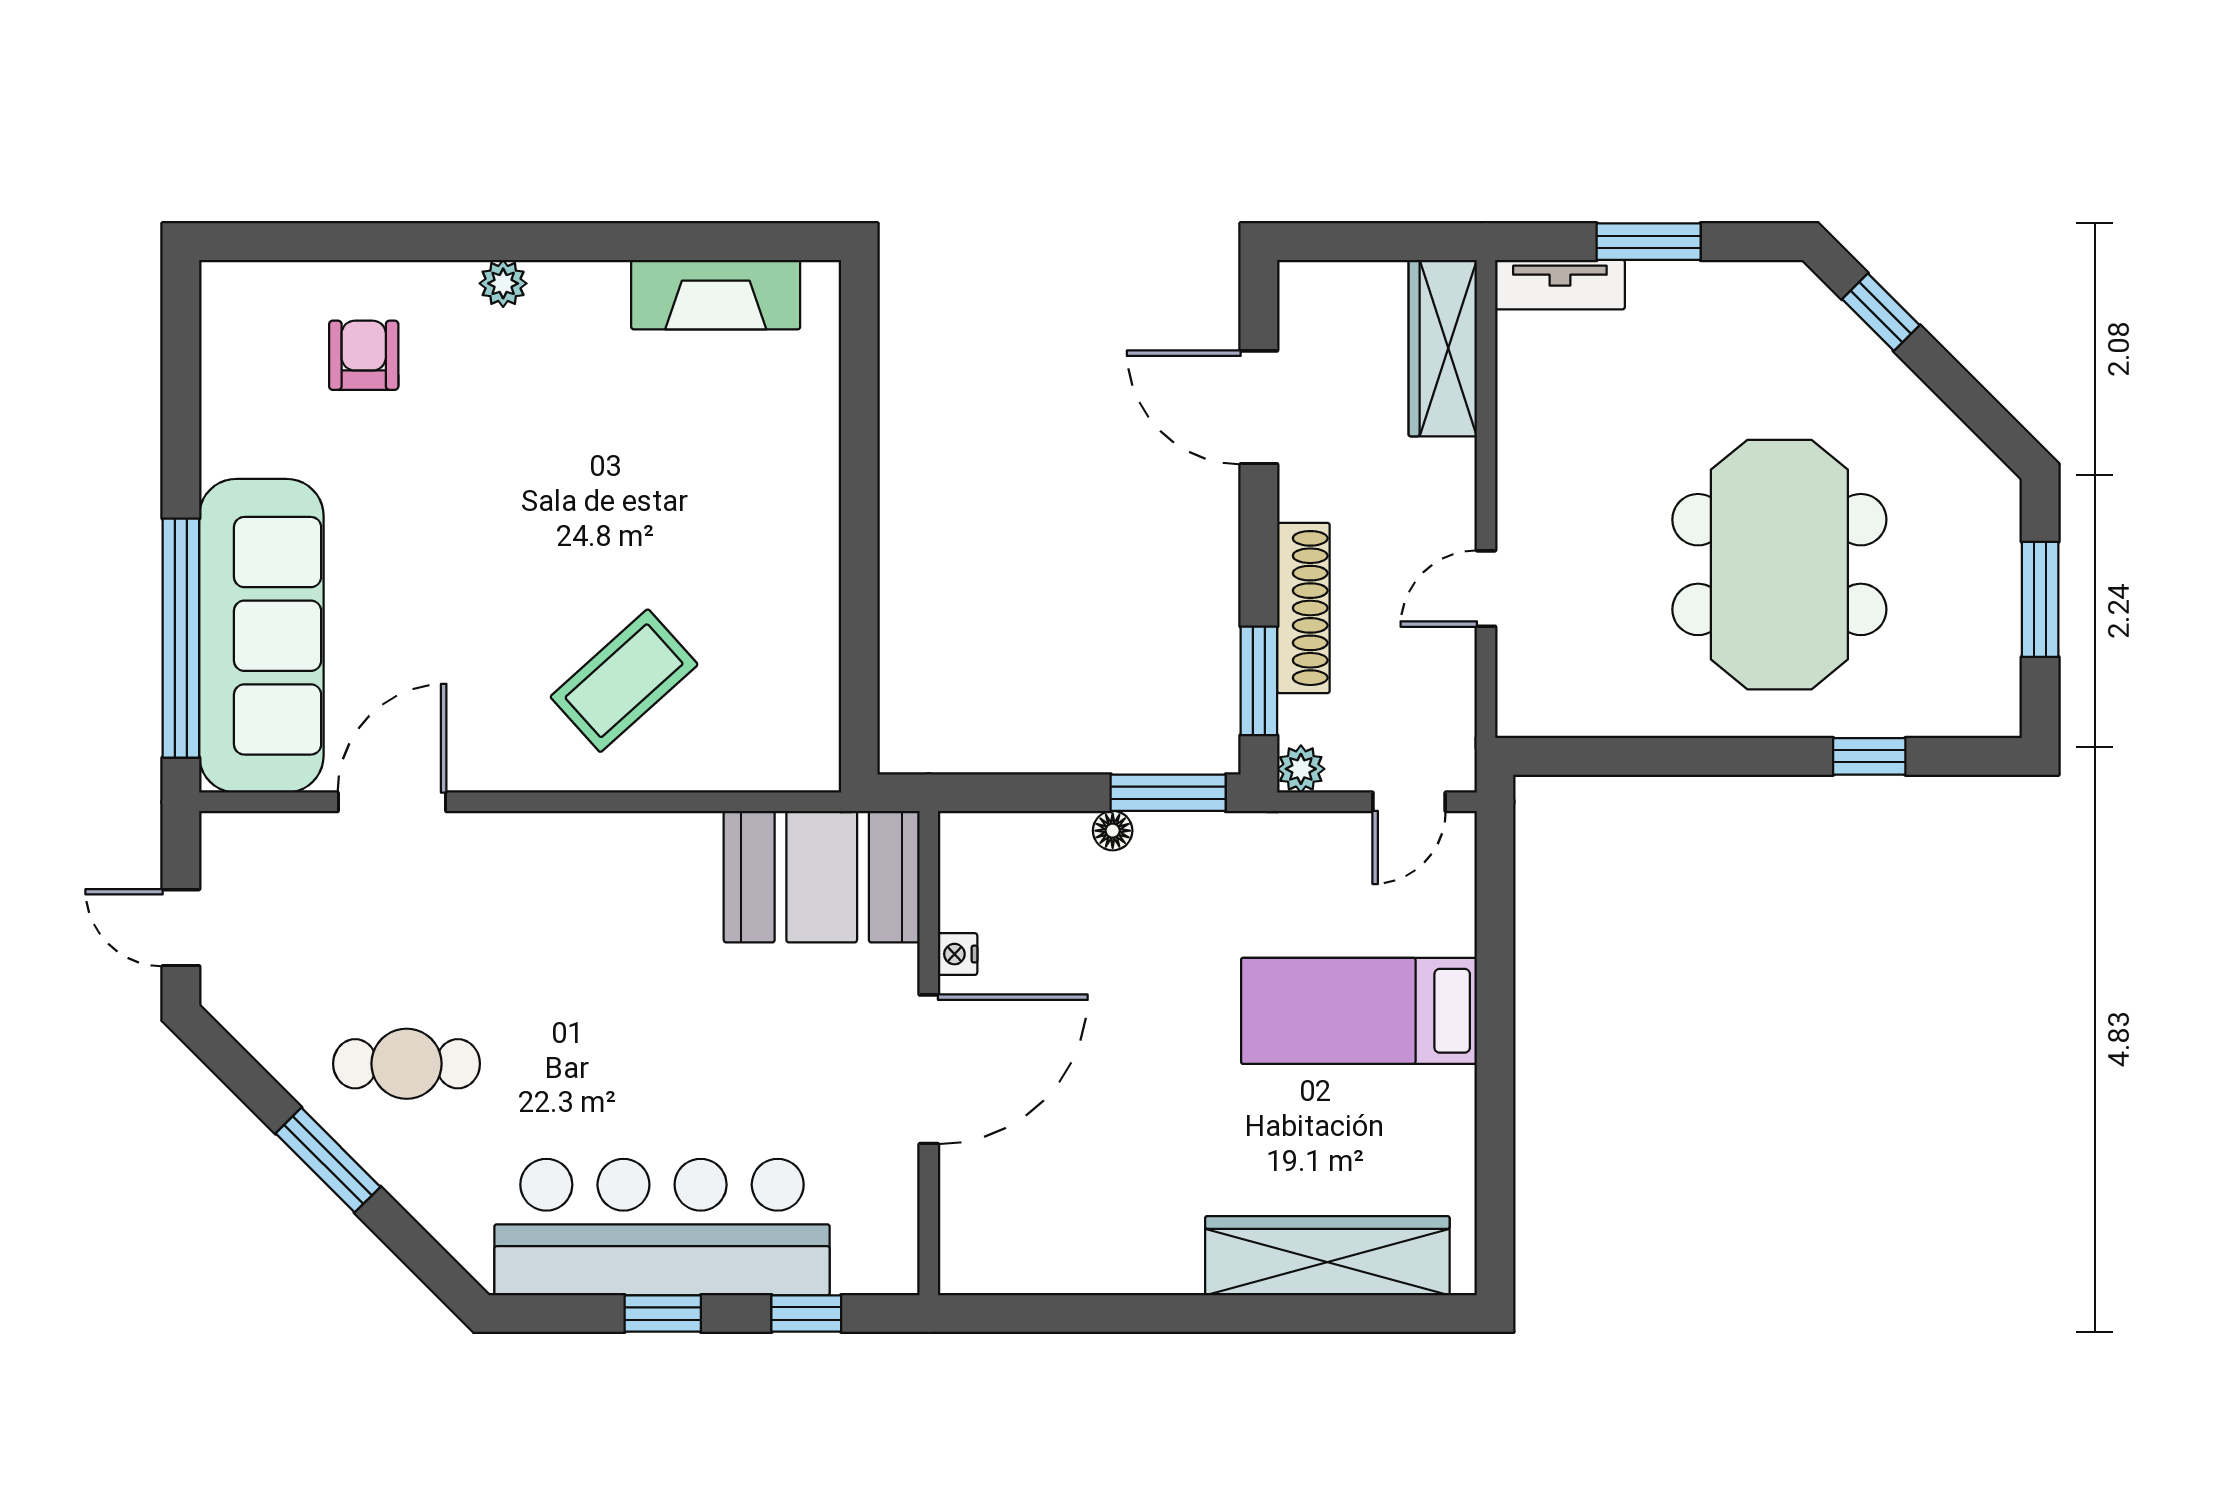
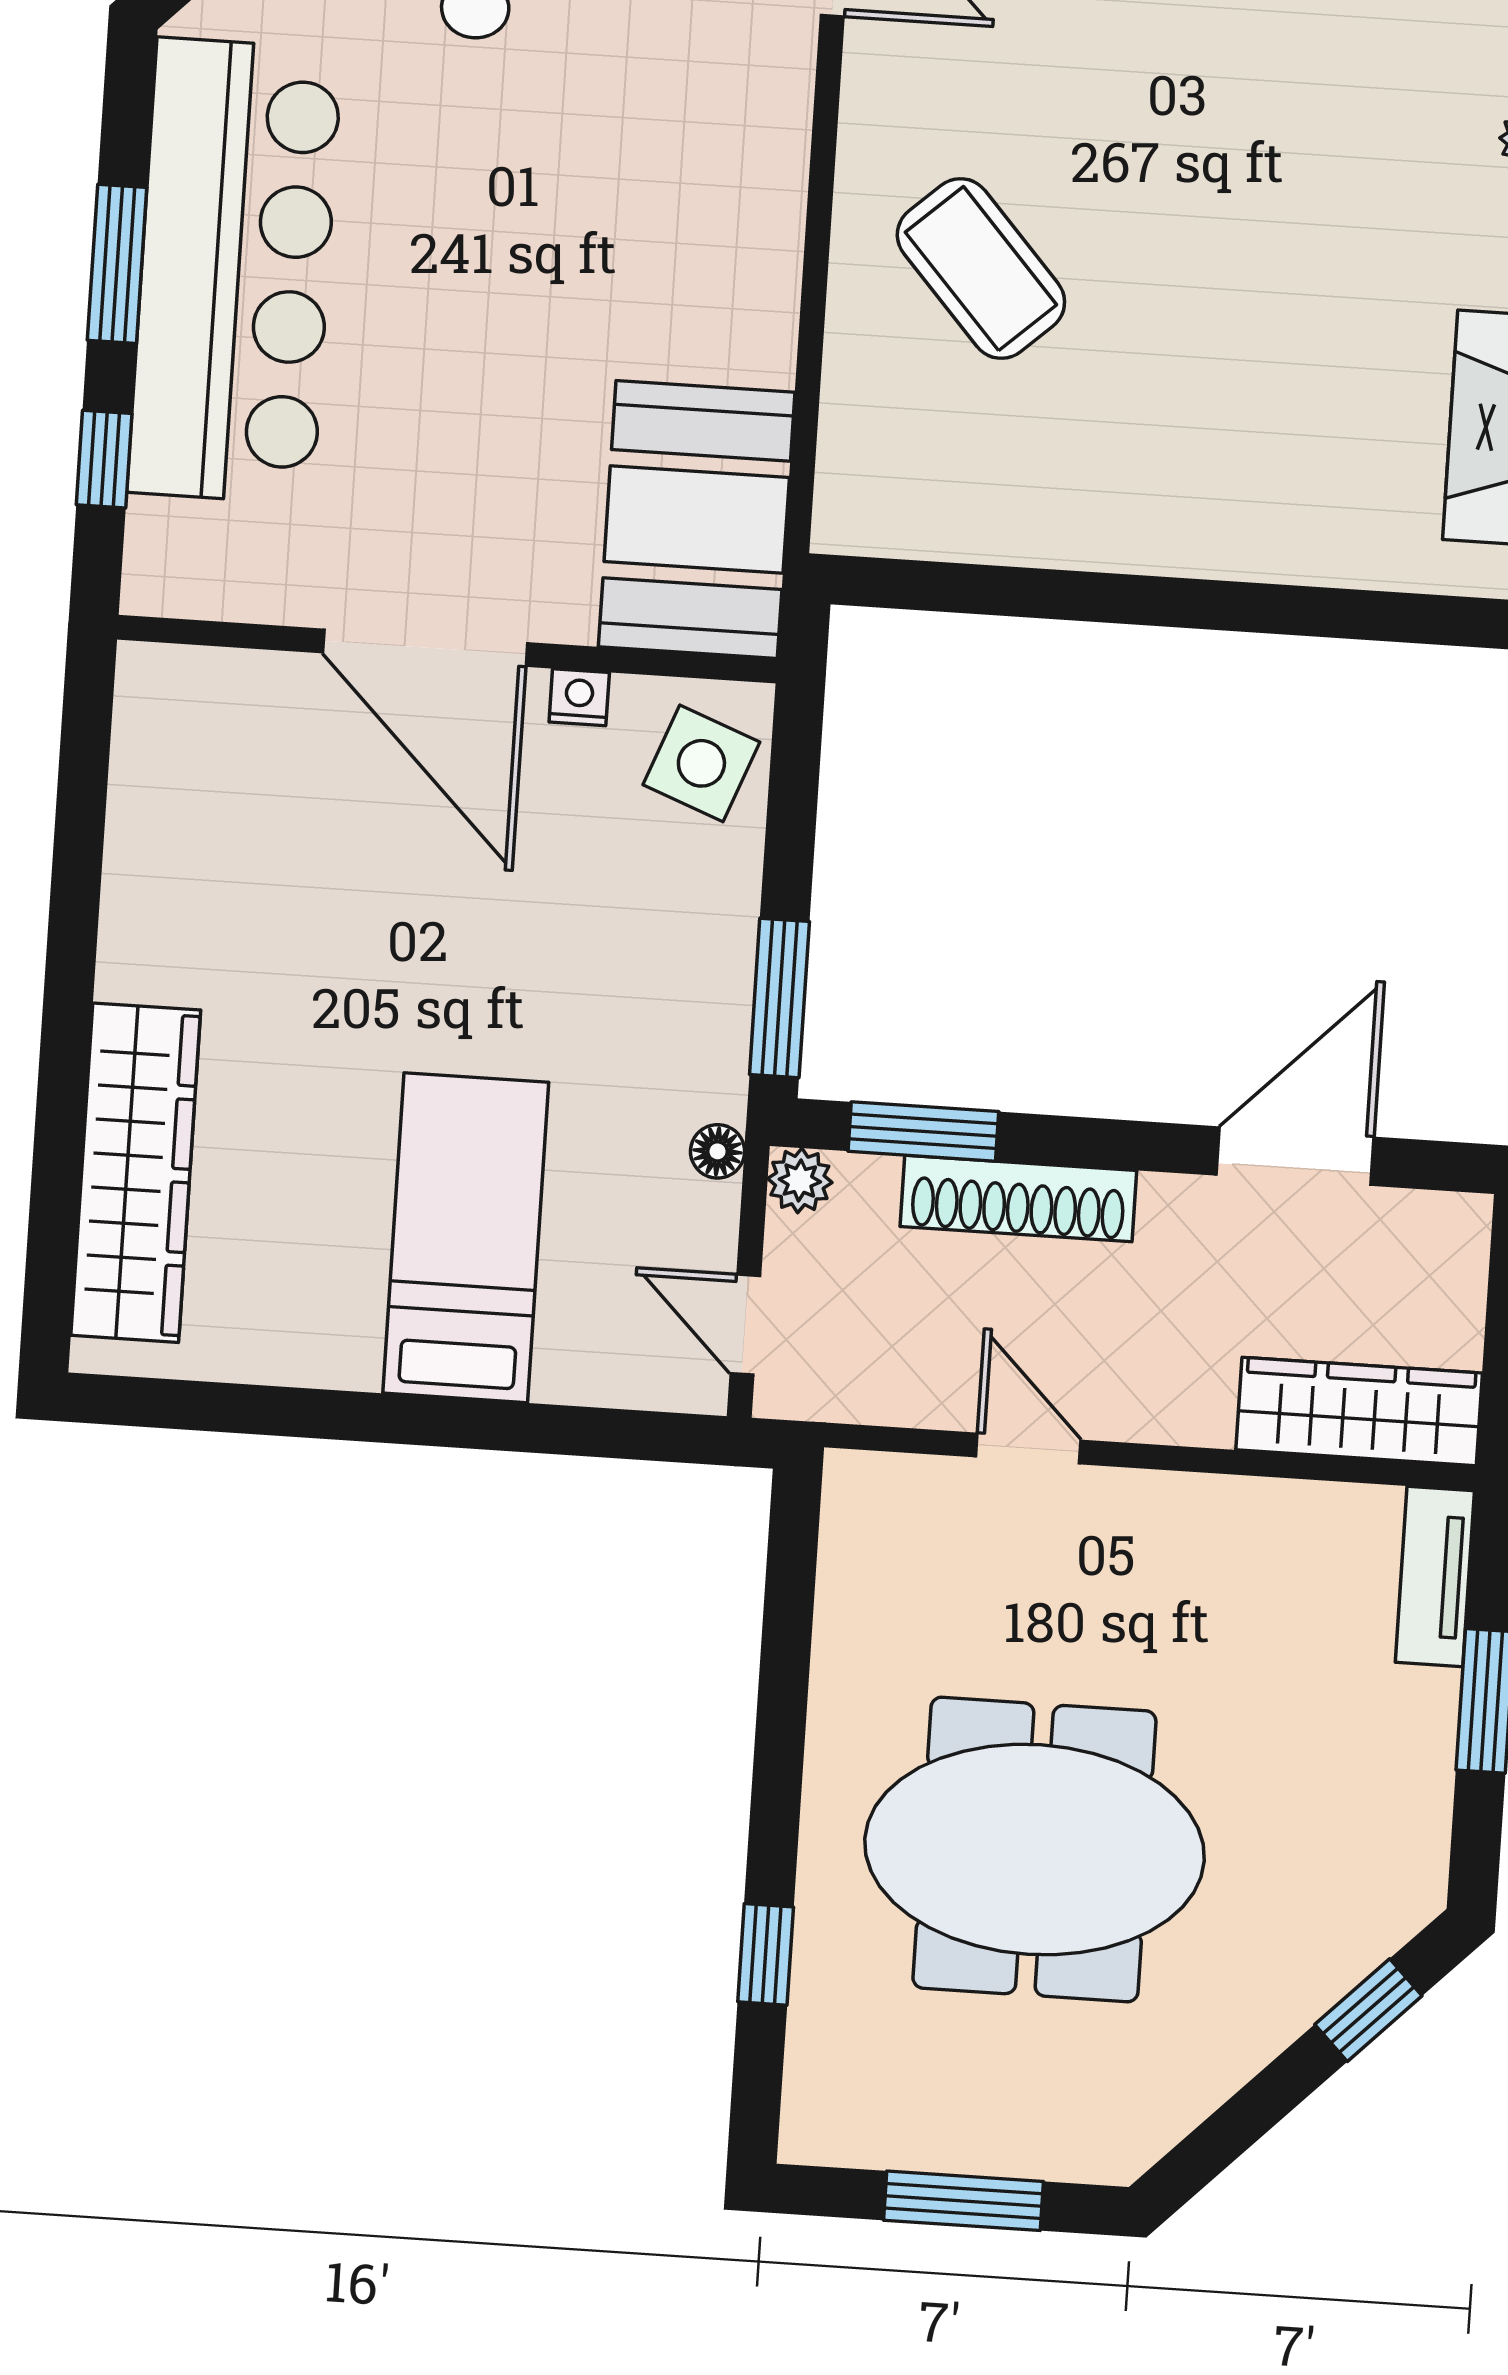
floor lamp: (1113, 831) -> (718, 1151), moved
side table: (1000, 861) -> (701, 763), added
window: (663, 1314) -> (117, 264), width x1.50

